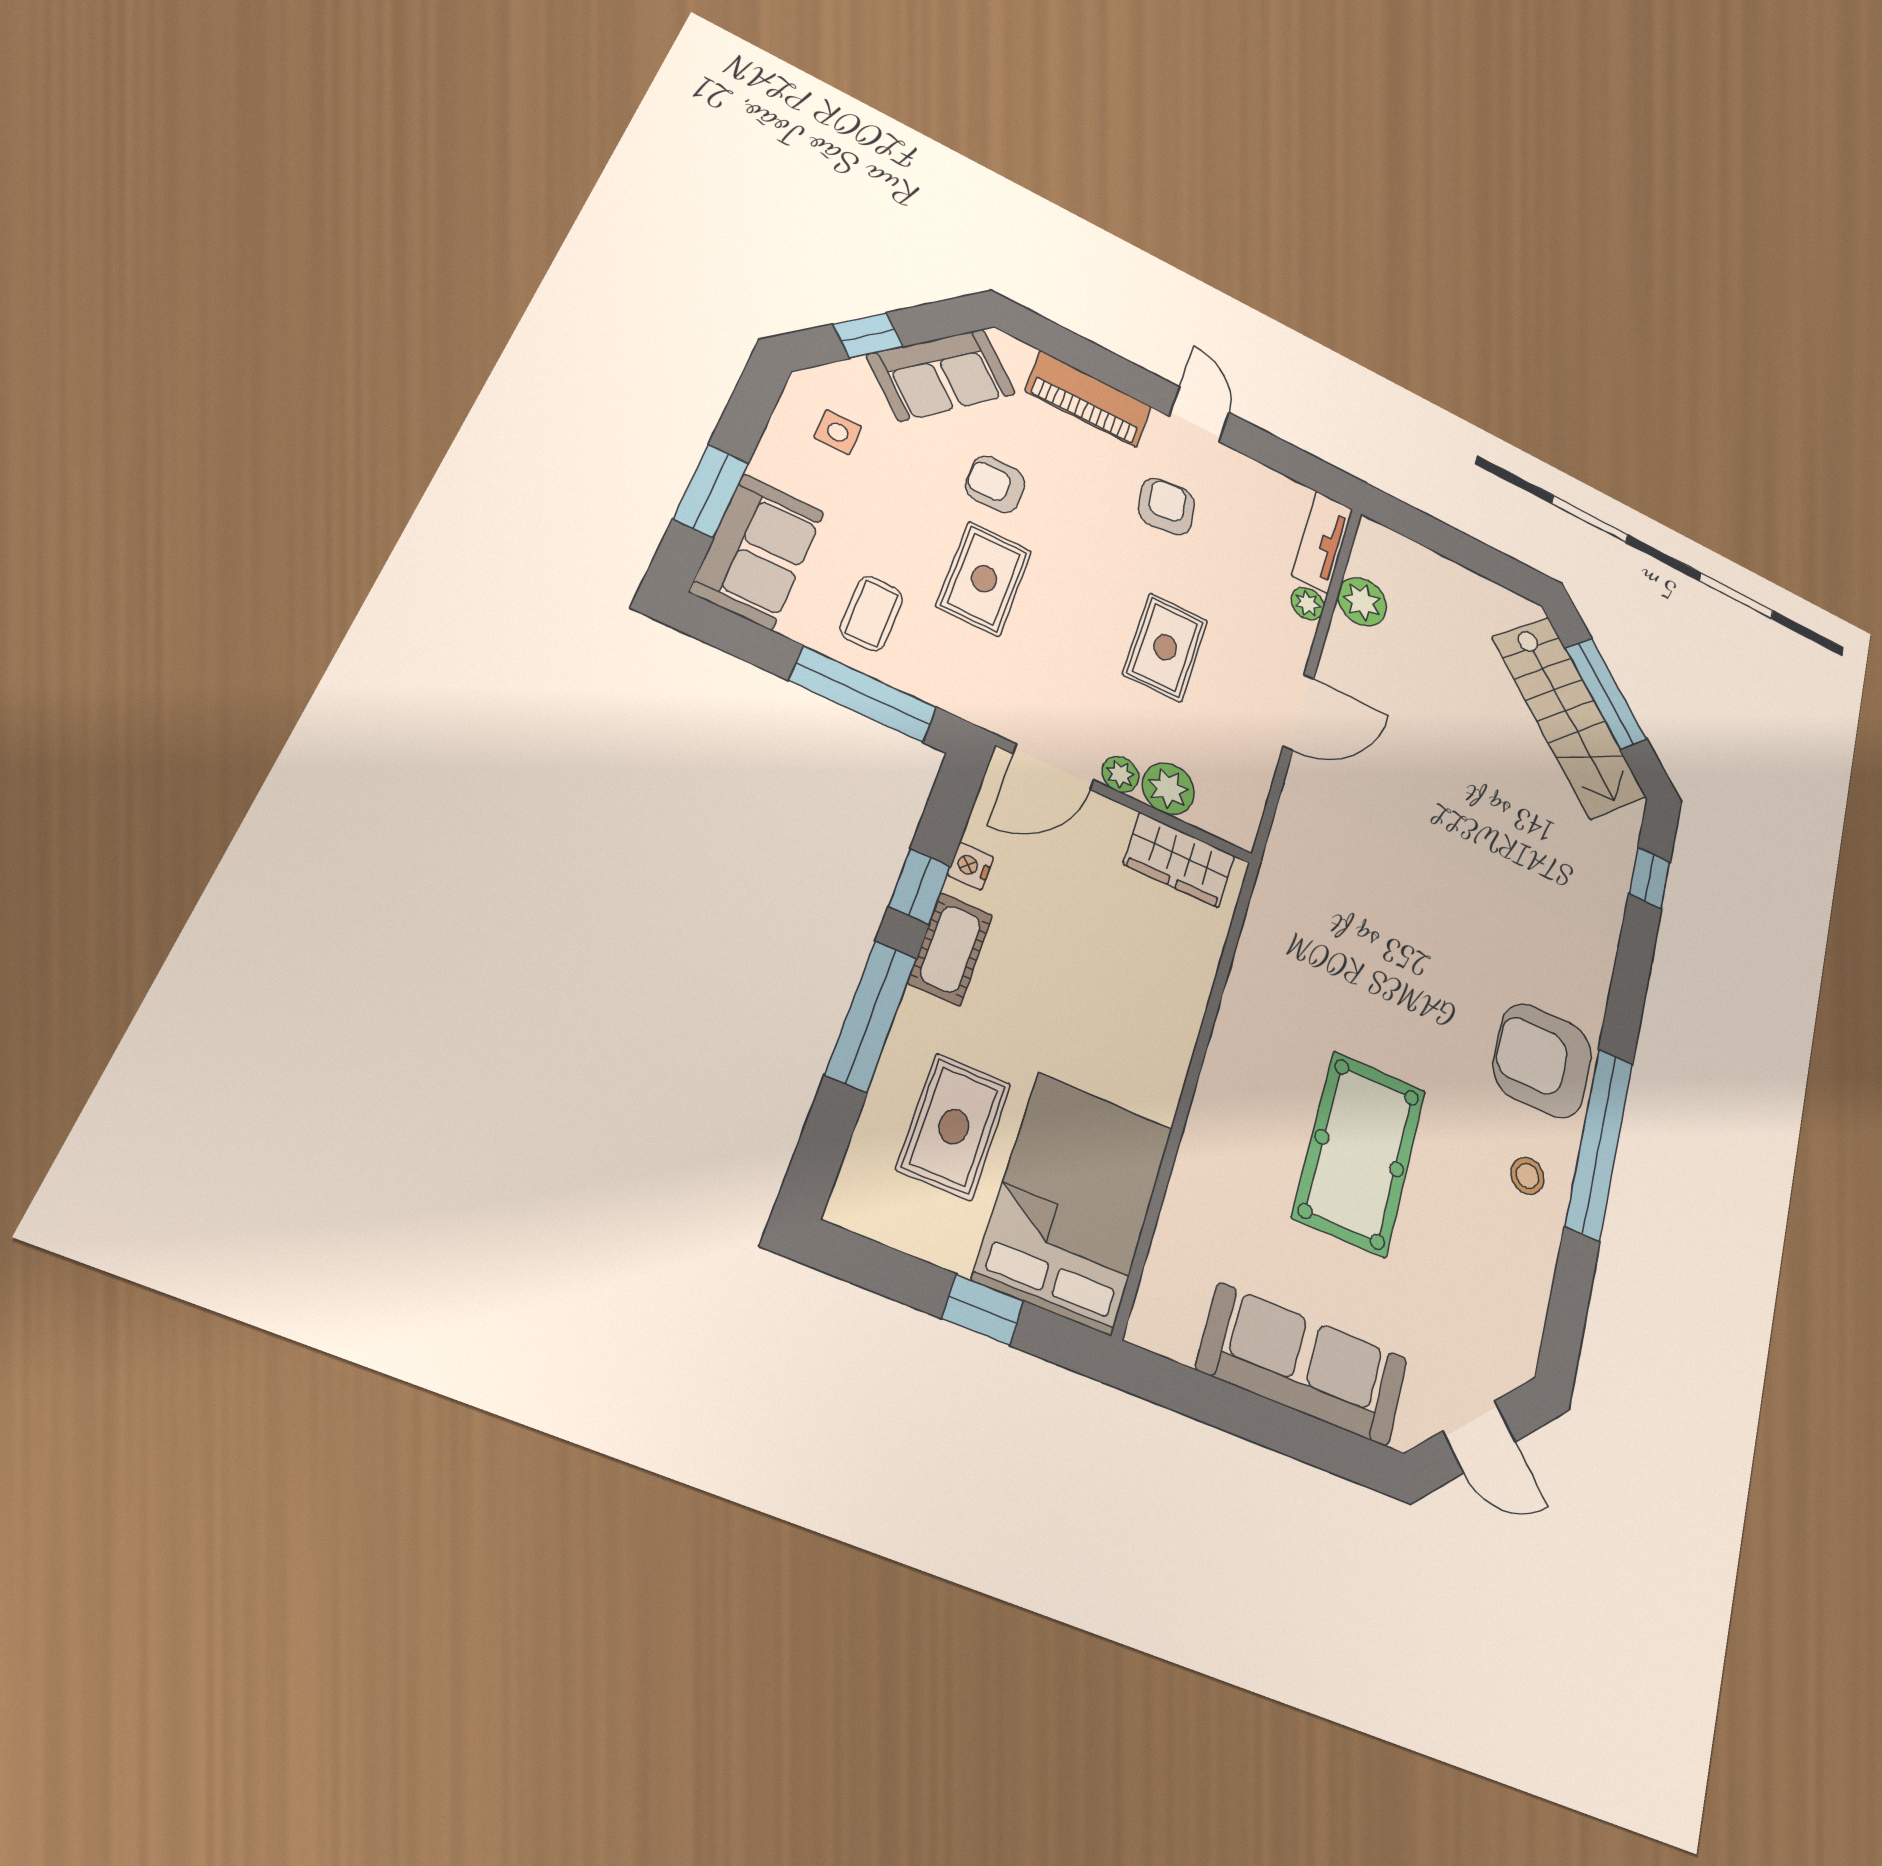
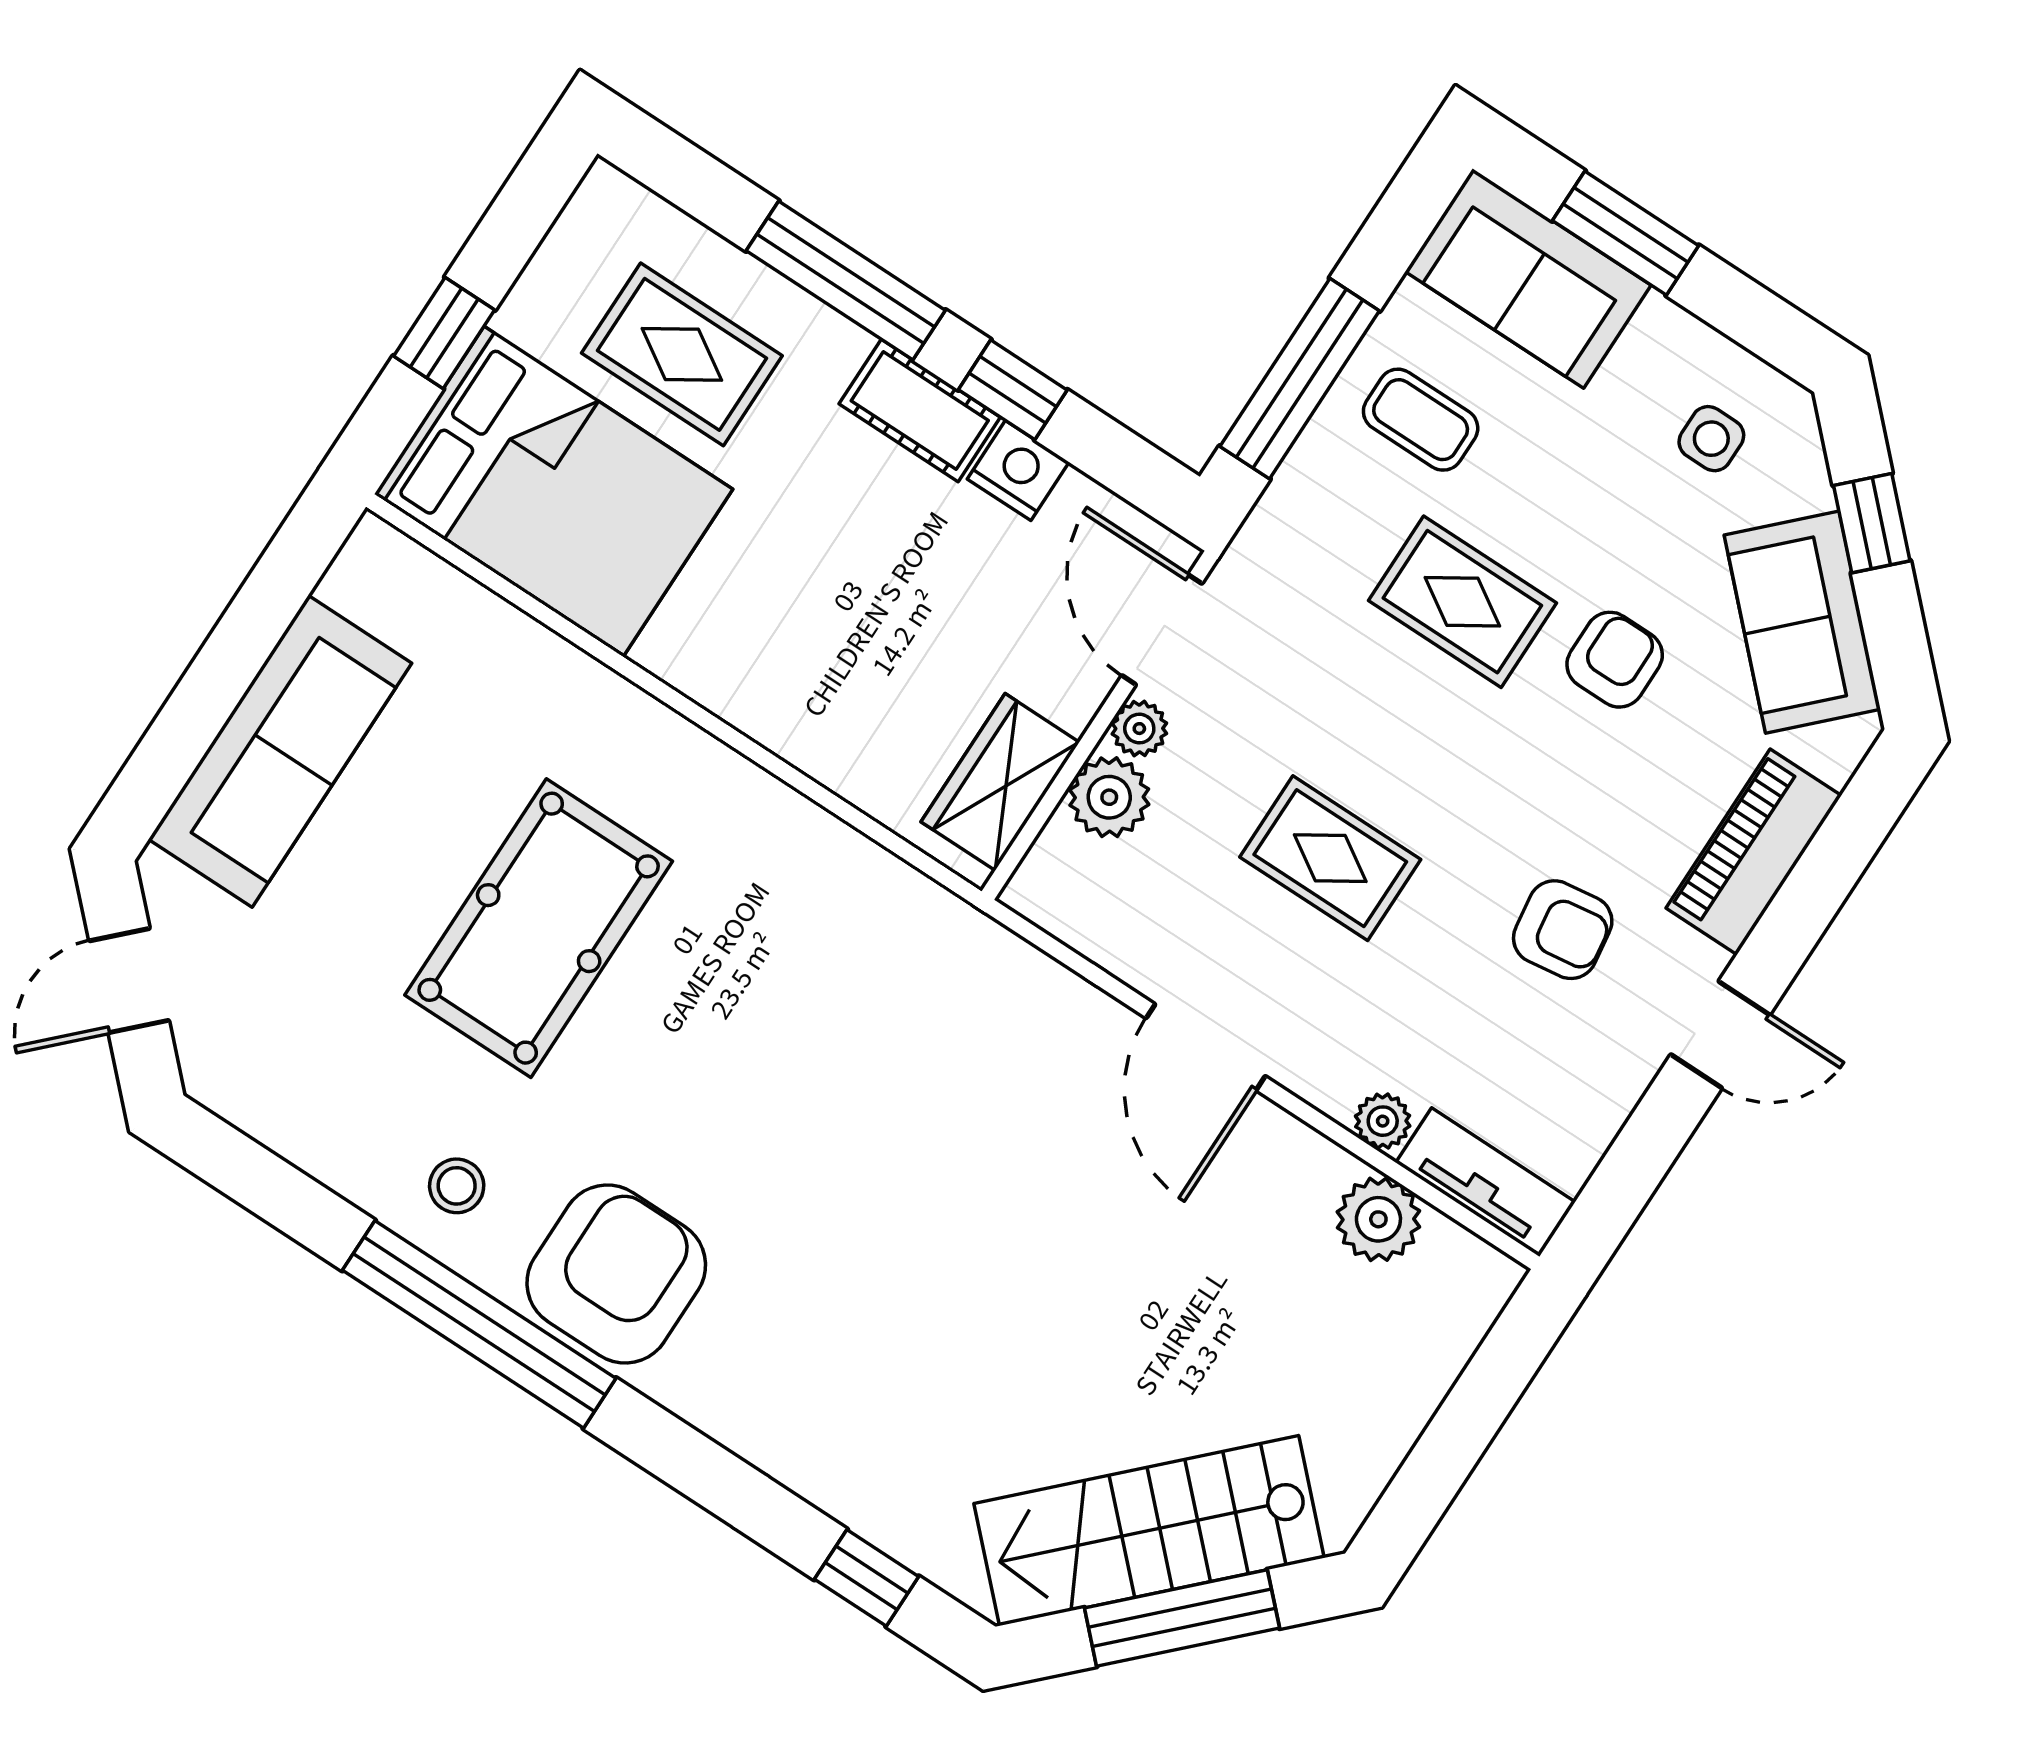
nightstand: (970, 866) -> (1018, 471), width x1.39, depth x1.35
pool table: (1359, 1153) -> (539, 928), turned 90

